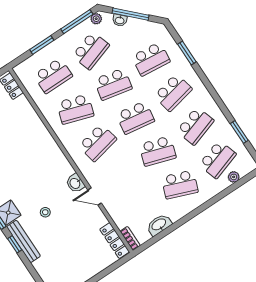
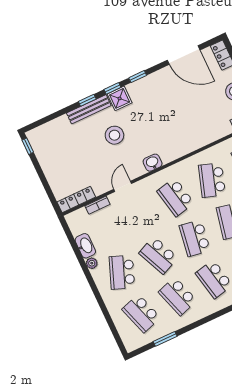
school desk: (158, 151) -> (158, 255), turned -42
plant: (234, 177) -> (92, 263), moved
washbasin: (75, 183) -> (153, 163), moved
stool: (45, 212) -> (114, 135), width x1.89, depth x1.89
bookcase: (130, 238) -> (97, 205), moved

